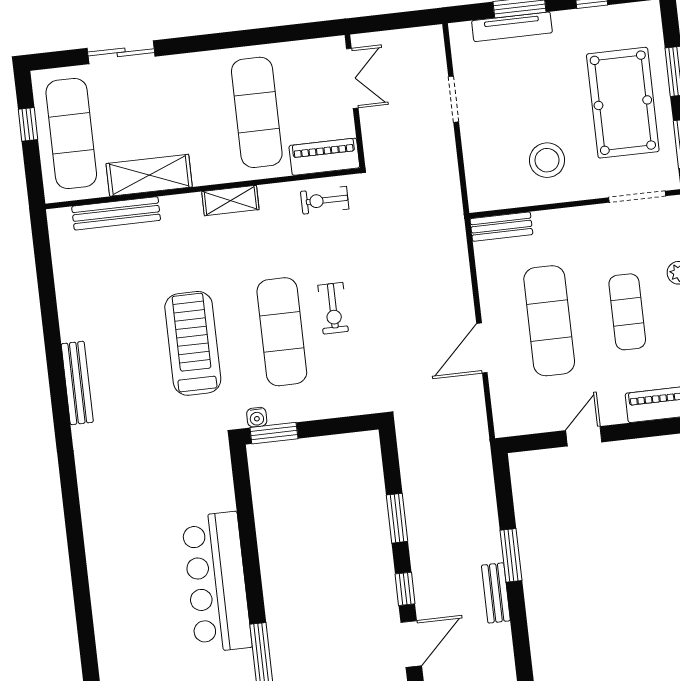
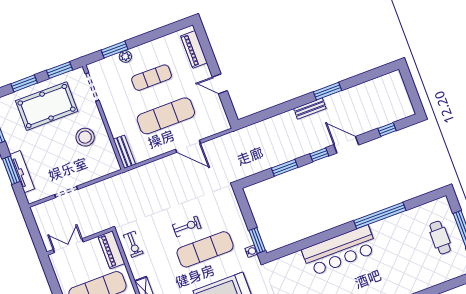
window: (511, 555) -> (328, 91), moved

